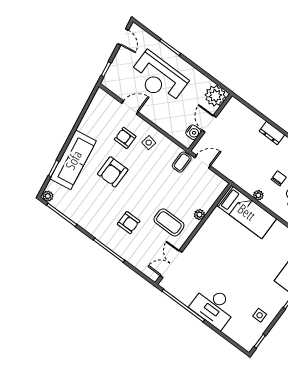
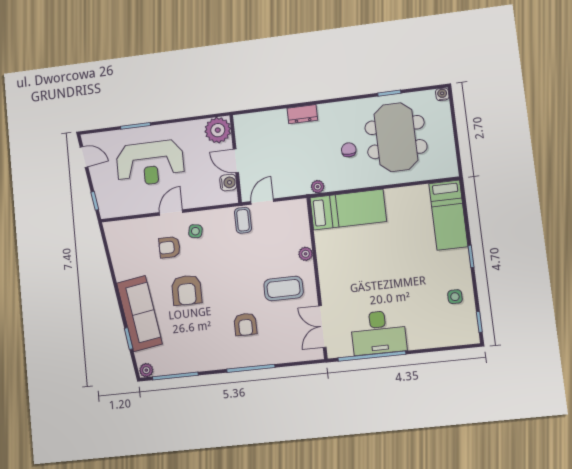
door: (130, 108) -> (171, 212), moved
plant: (258, 195) -> (318, 187), moved
armchair: (129, 223) -> (245, 324), turned 90
desk: (214, 307) -> (378, 332), moved

